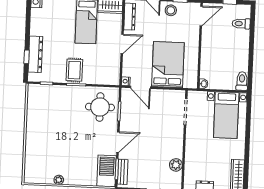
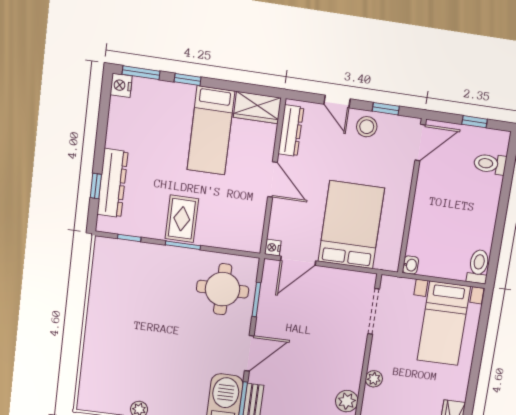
door: (122, 44) -> (272, 179), hinge flipped
door: (141, 87) -> (298, 261), hinge flipped
plant: (190, 151) -> (374, 379), added

